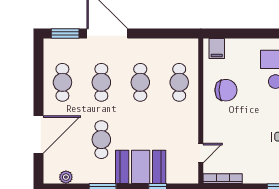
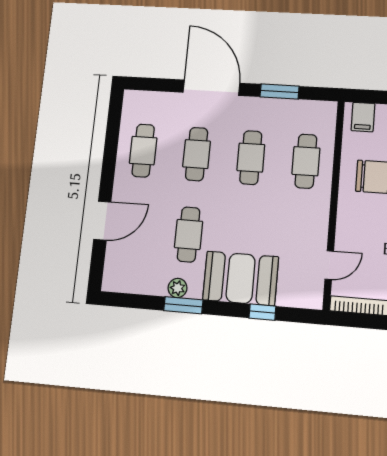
window: (65, 33) -> (280, 92), moved
door: (39, 135) -> (102, 221), width x0.73
plant: (66, 177) -> (178, 288), moved

